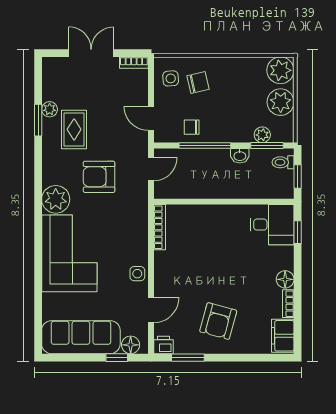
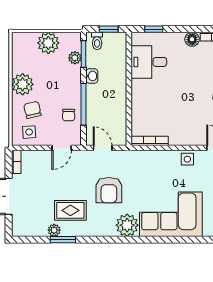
plant: (280, 70) -> (23, 84), moved
desk: (272, 225) -> (149, 62), moved, turned -90

